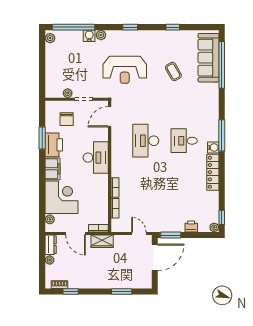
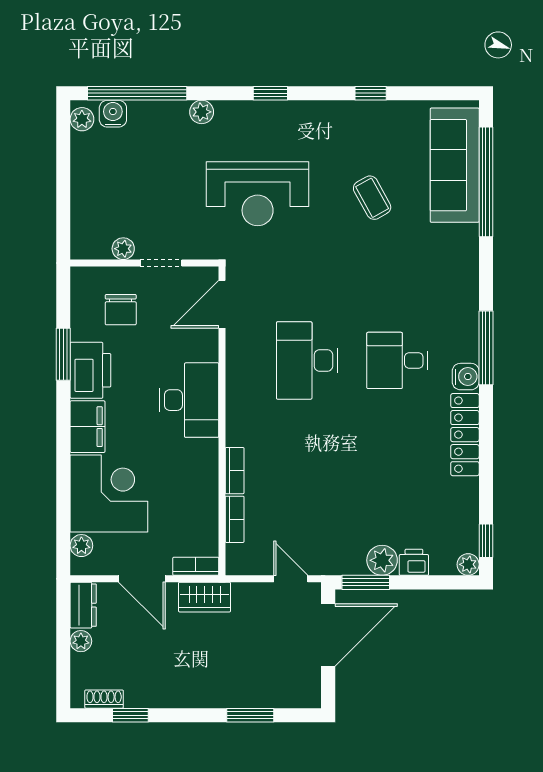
water cooler: (89, 36) -> (113, 114), moved
plant: (178, 226) -> (382, 560), added

